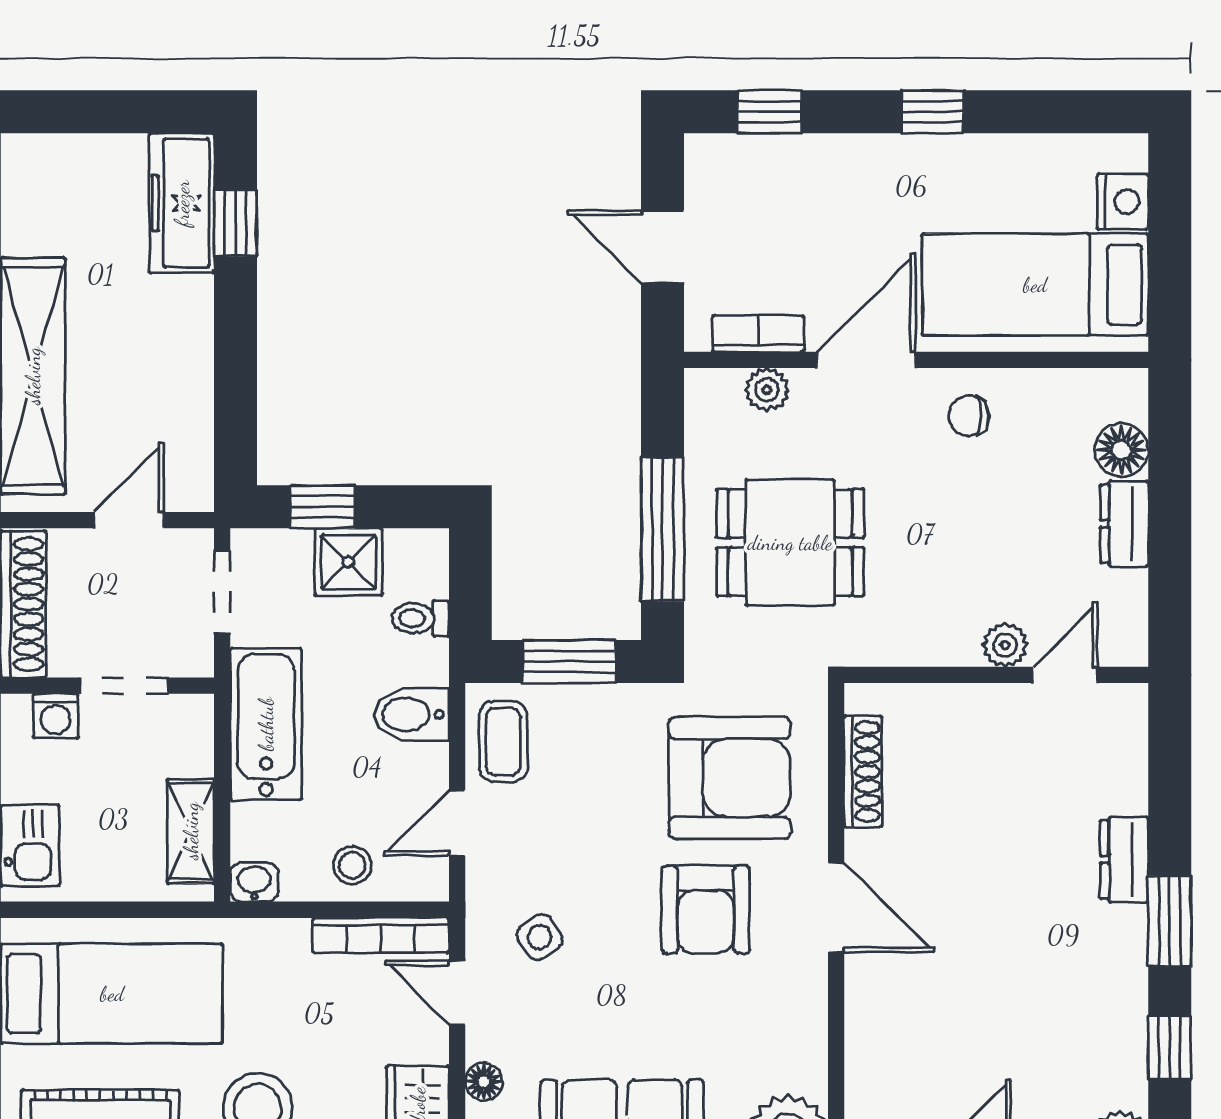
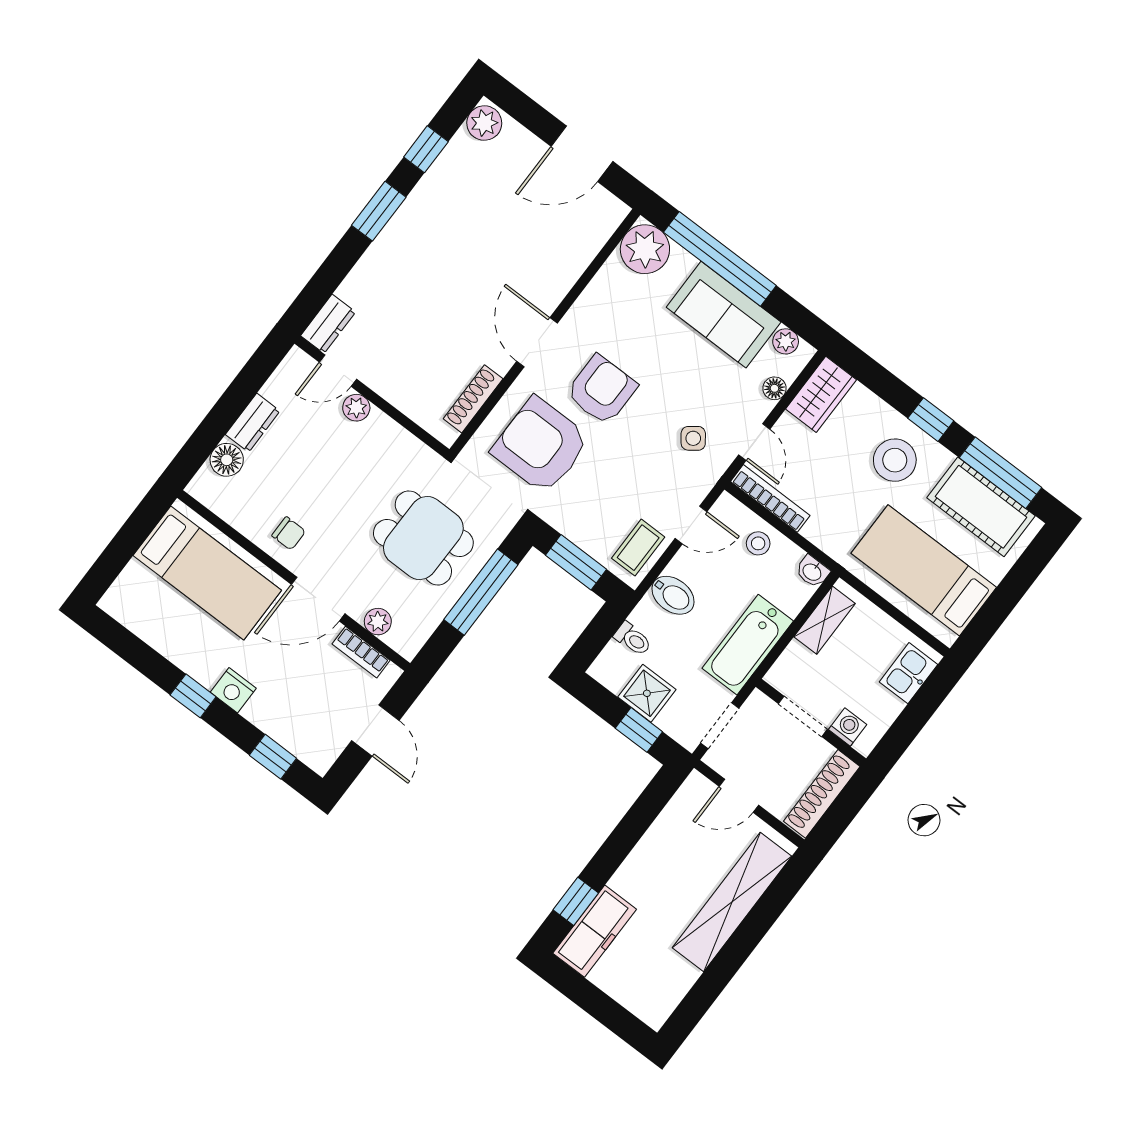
nightstand: (1123, 202) -> (233, 690), moved, turned -90
dresser: (1124, 860) -> (328, 324), moved

